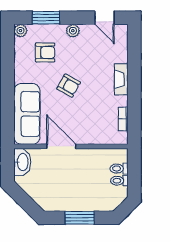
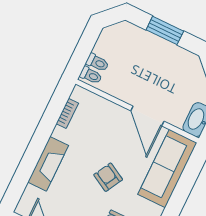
fireplace: (121, 79) -> (48, 164), width x1.37, depth x1.32
toilet: (119, 181) -> (91, 75), moved

